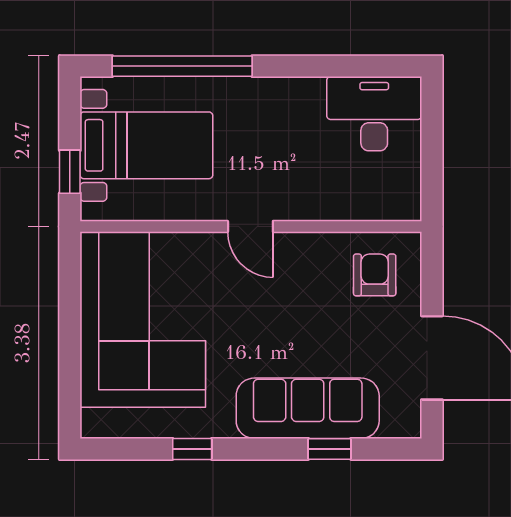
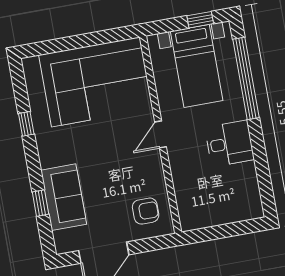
desk: (374, 114) -> (229, 144), moved, width x0.73
window: (70, 172) -> (200, 20), moved
sofa: (308, 408) -> (64, 197), width x0.73

